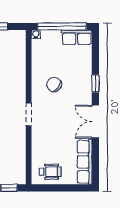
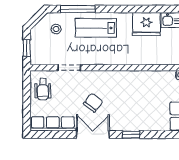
chair: (54, 85) -> (93, 103), moved
doorway: (29, 114) -> (69, 68), moved

